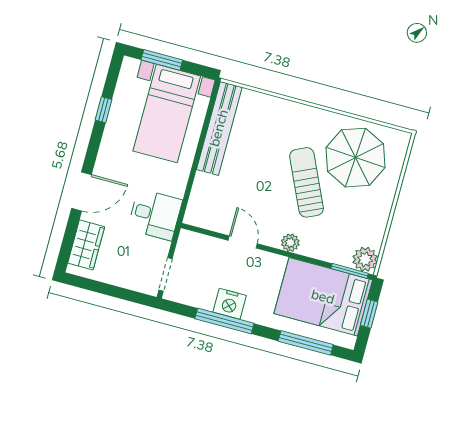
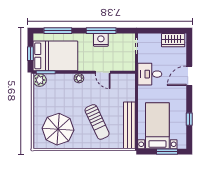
sun lounger: (307, 182) -> (97, 122), moved
wardrobe: (86, 245) -> (173, 40), moved, turned -90

